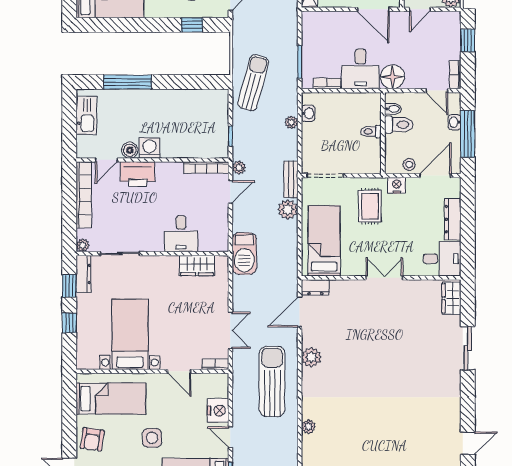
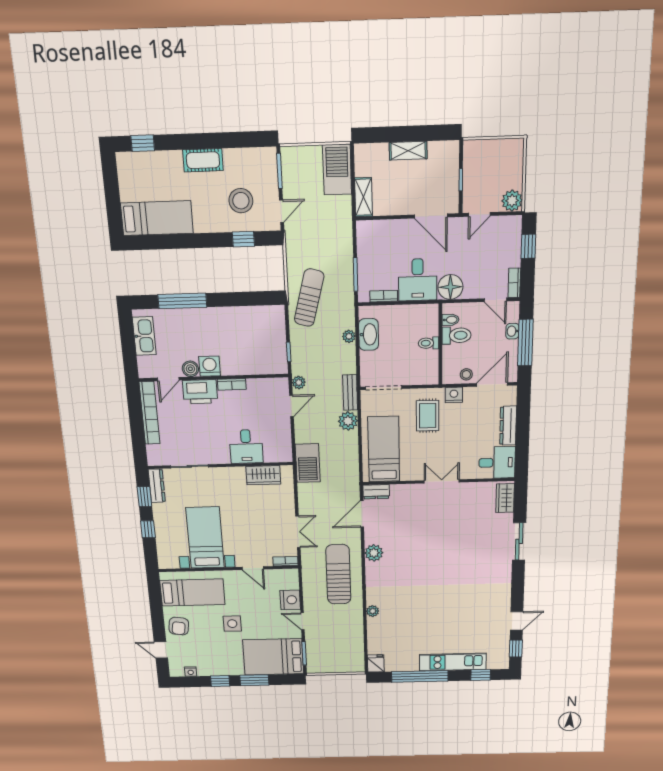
washbasin: (308, 113) -> (369, 334), width x1.91, depth x1.45
bookcase: (206, 167) -> (232, 384), moved, width x0.64
plant: (83, 245) -> (153, 460), removed

